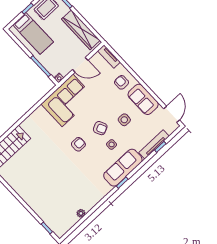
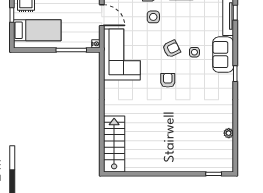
door: (80, 65) -> (102, 15), hinge flipped
side table: (124, 120) -> (153, 17), moved
sofa: (123, 168) -> (223, 55), width x0.73

